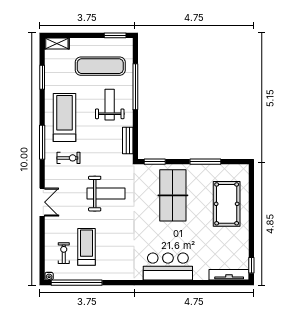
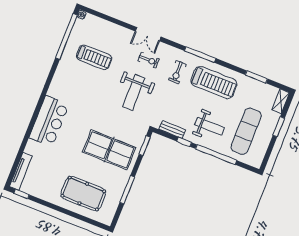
window: (115, 35) -> (279, 127), moved
window: (135, 124) -> (184, 142), added
exercise bike: (64, 253) -> (149, 60), moved

